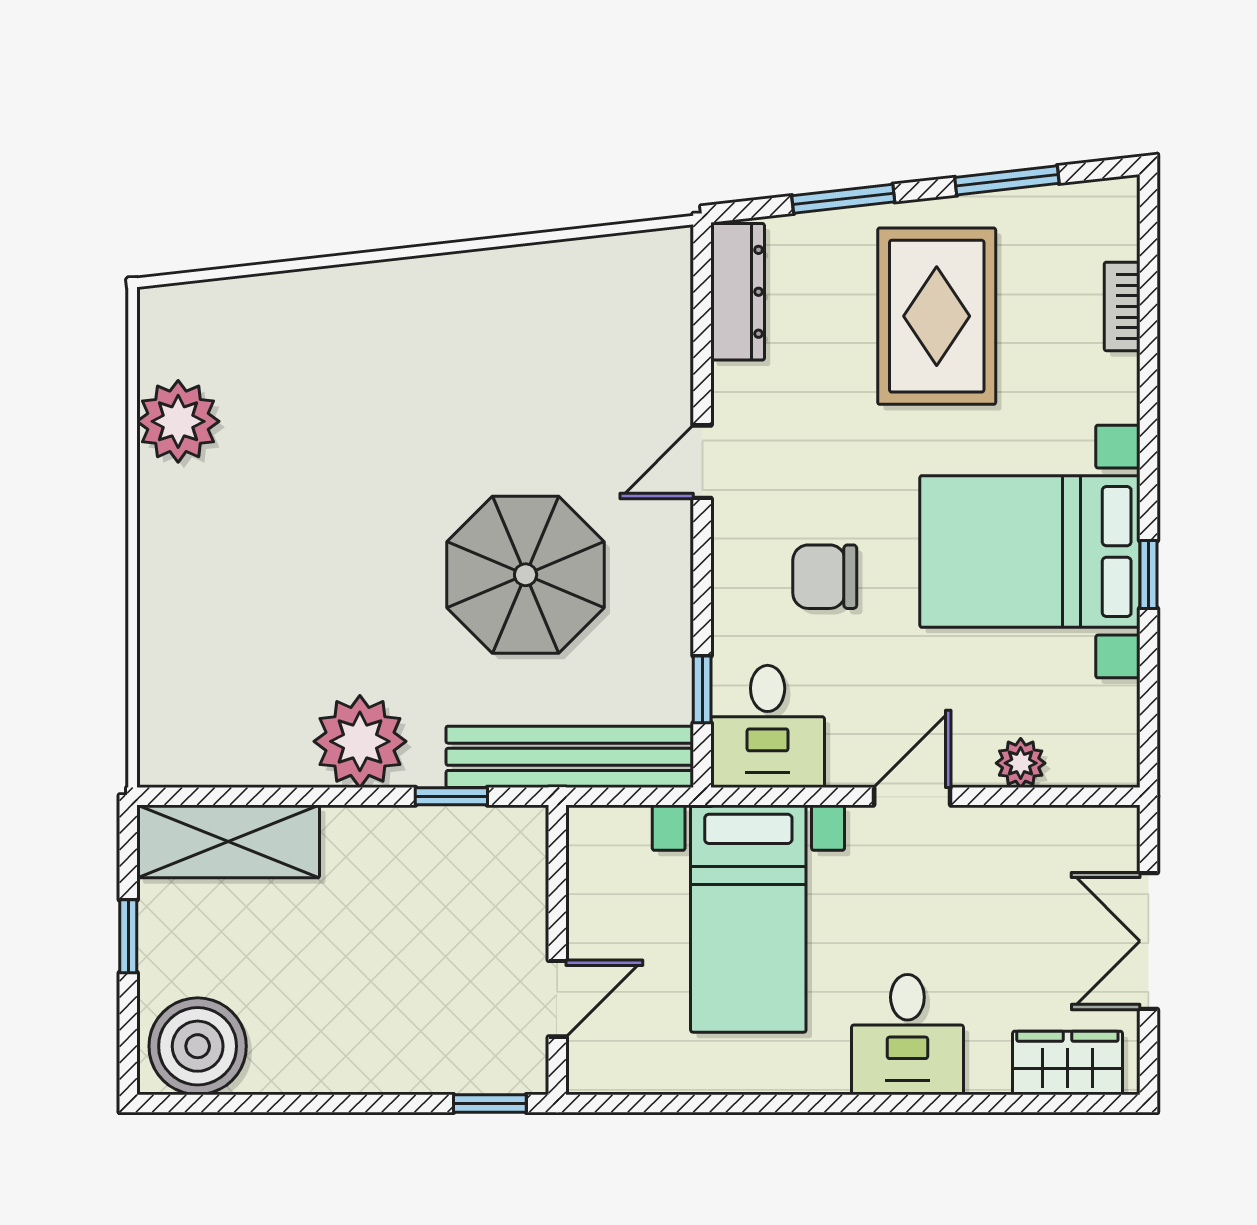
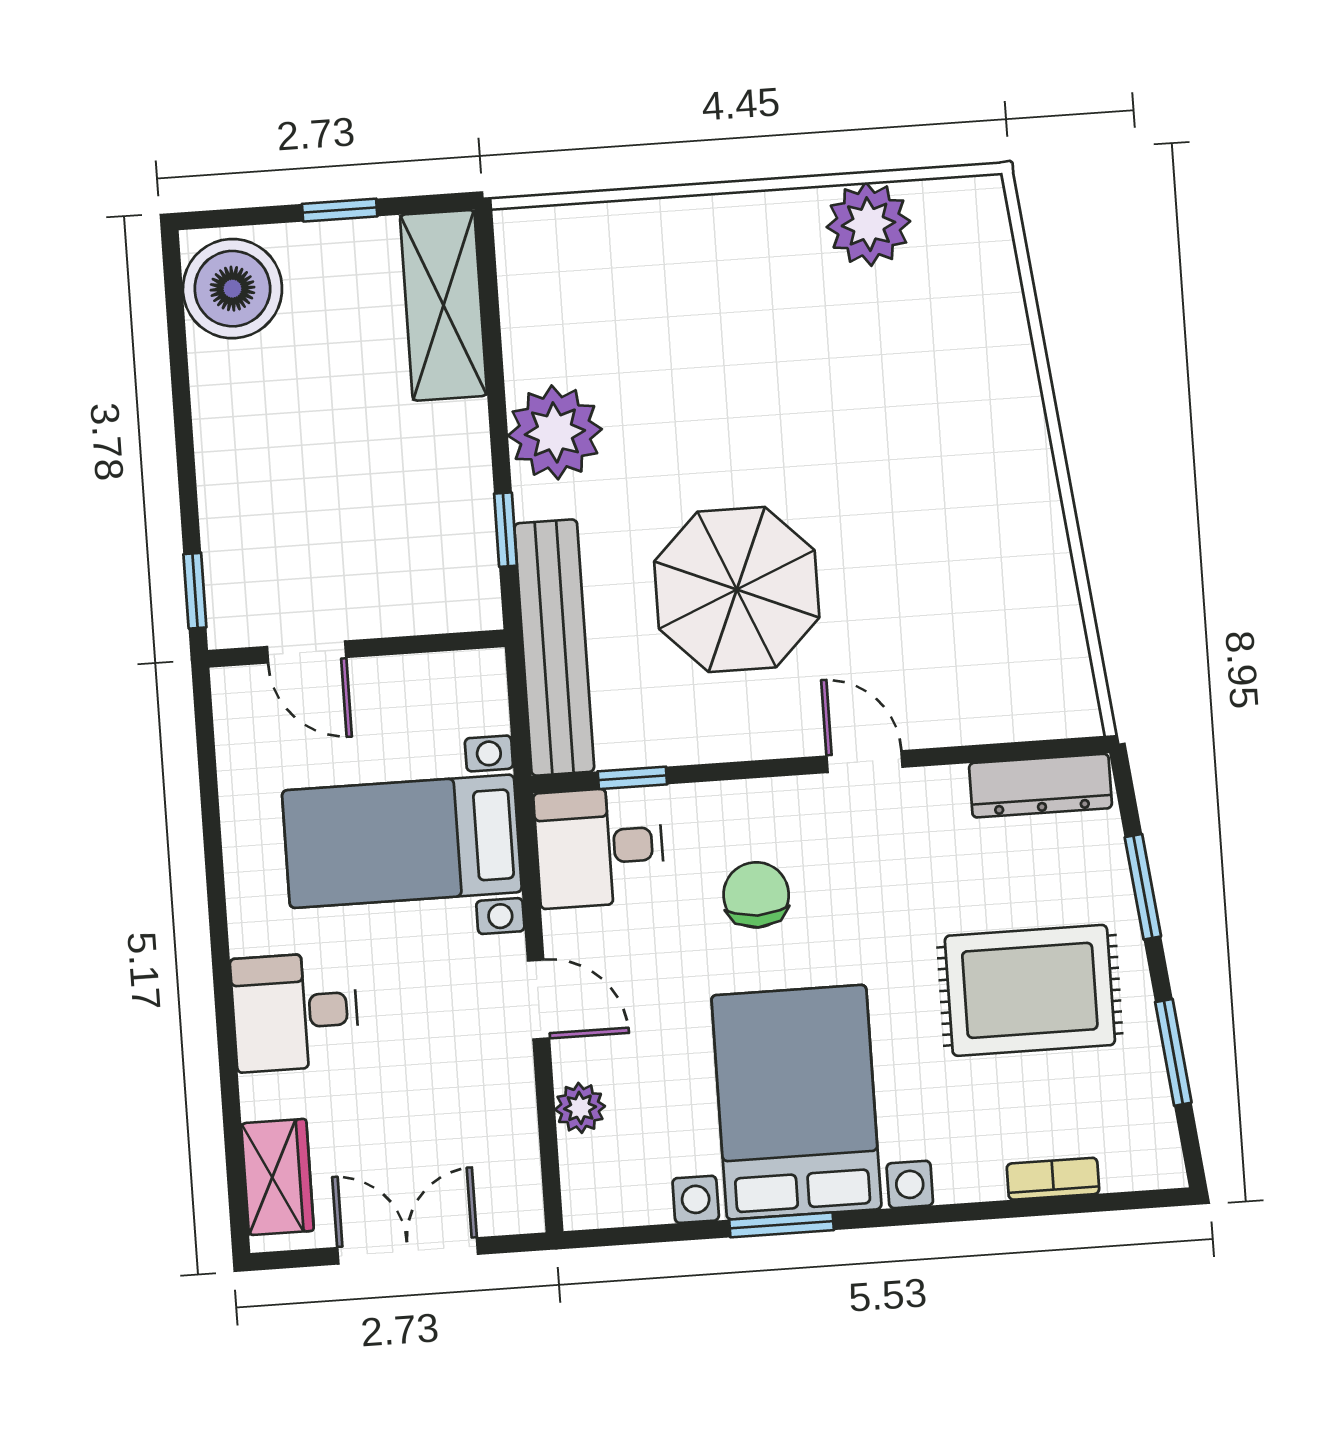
window: (1148, 574) -> (781, 1225), width x1.50

